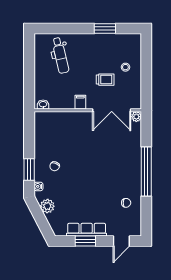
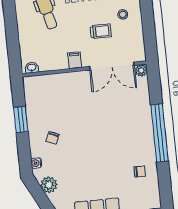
window: (29, 170) -> (21, 119), moved

